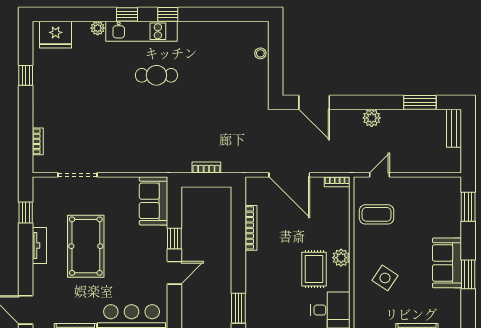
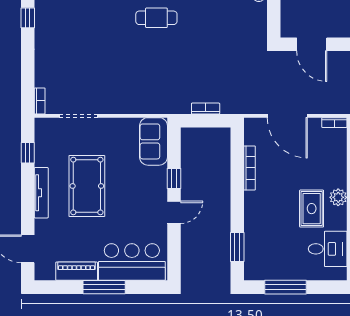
bookcase: (38, 141) -> (40, 101), moved
tv unit: (39, 246) -> (41, 193), width x1.41

